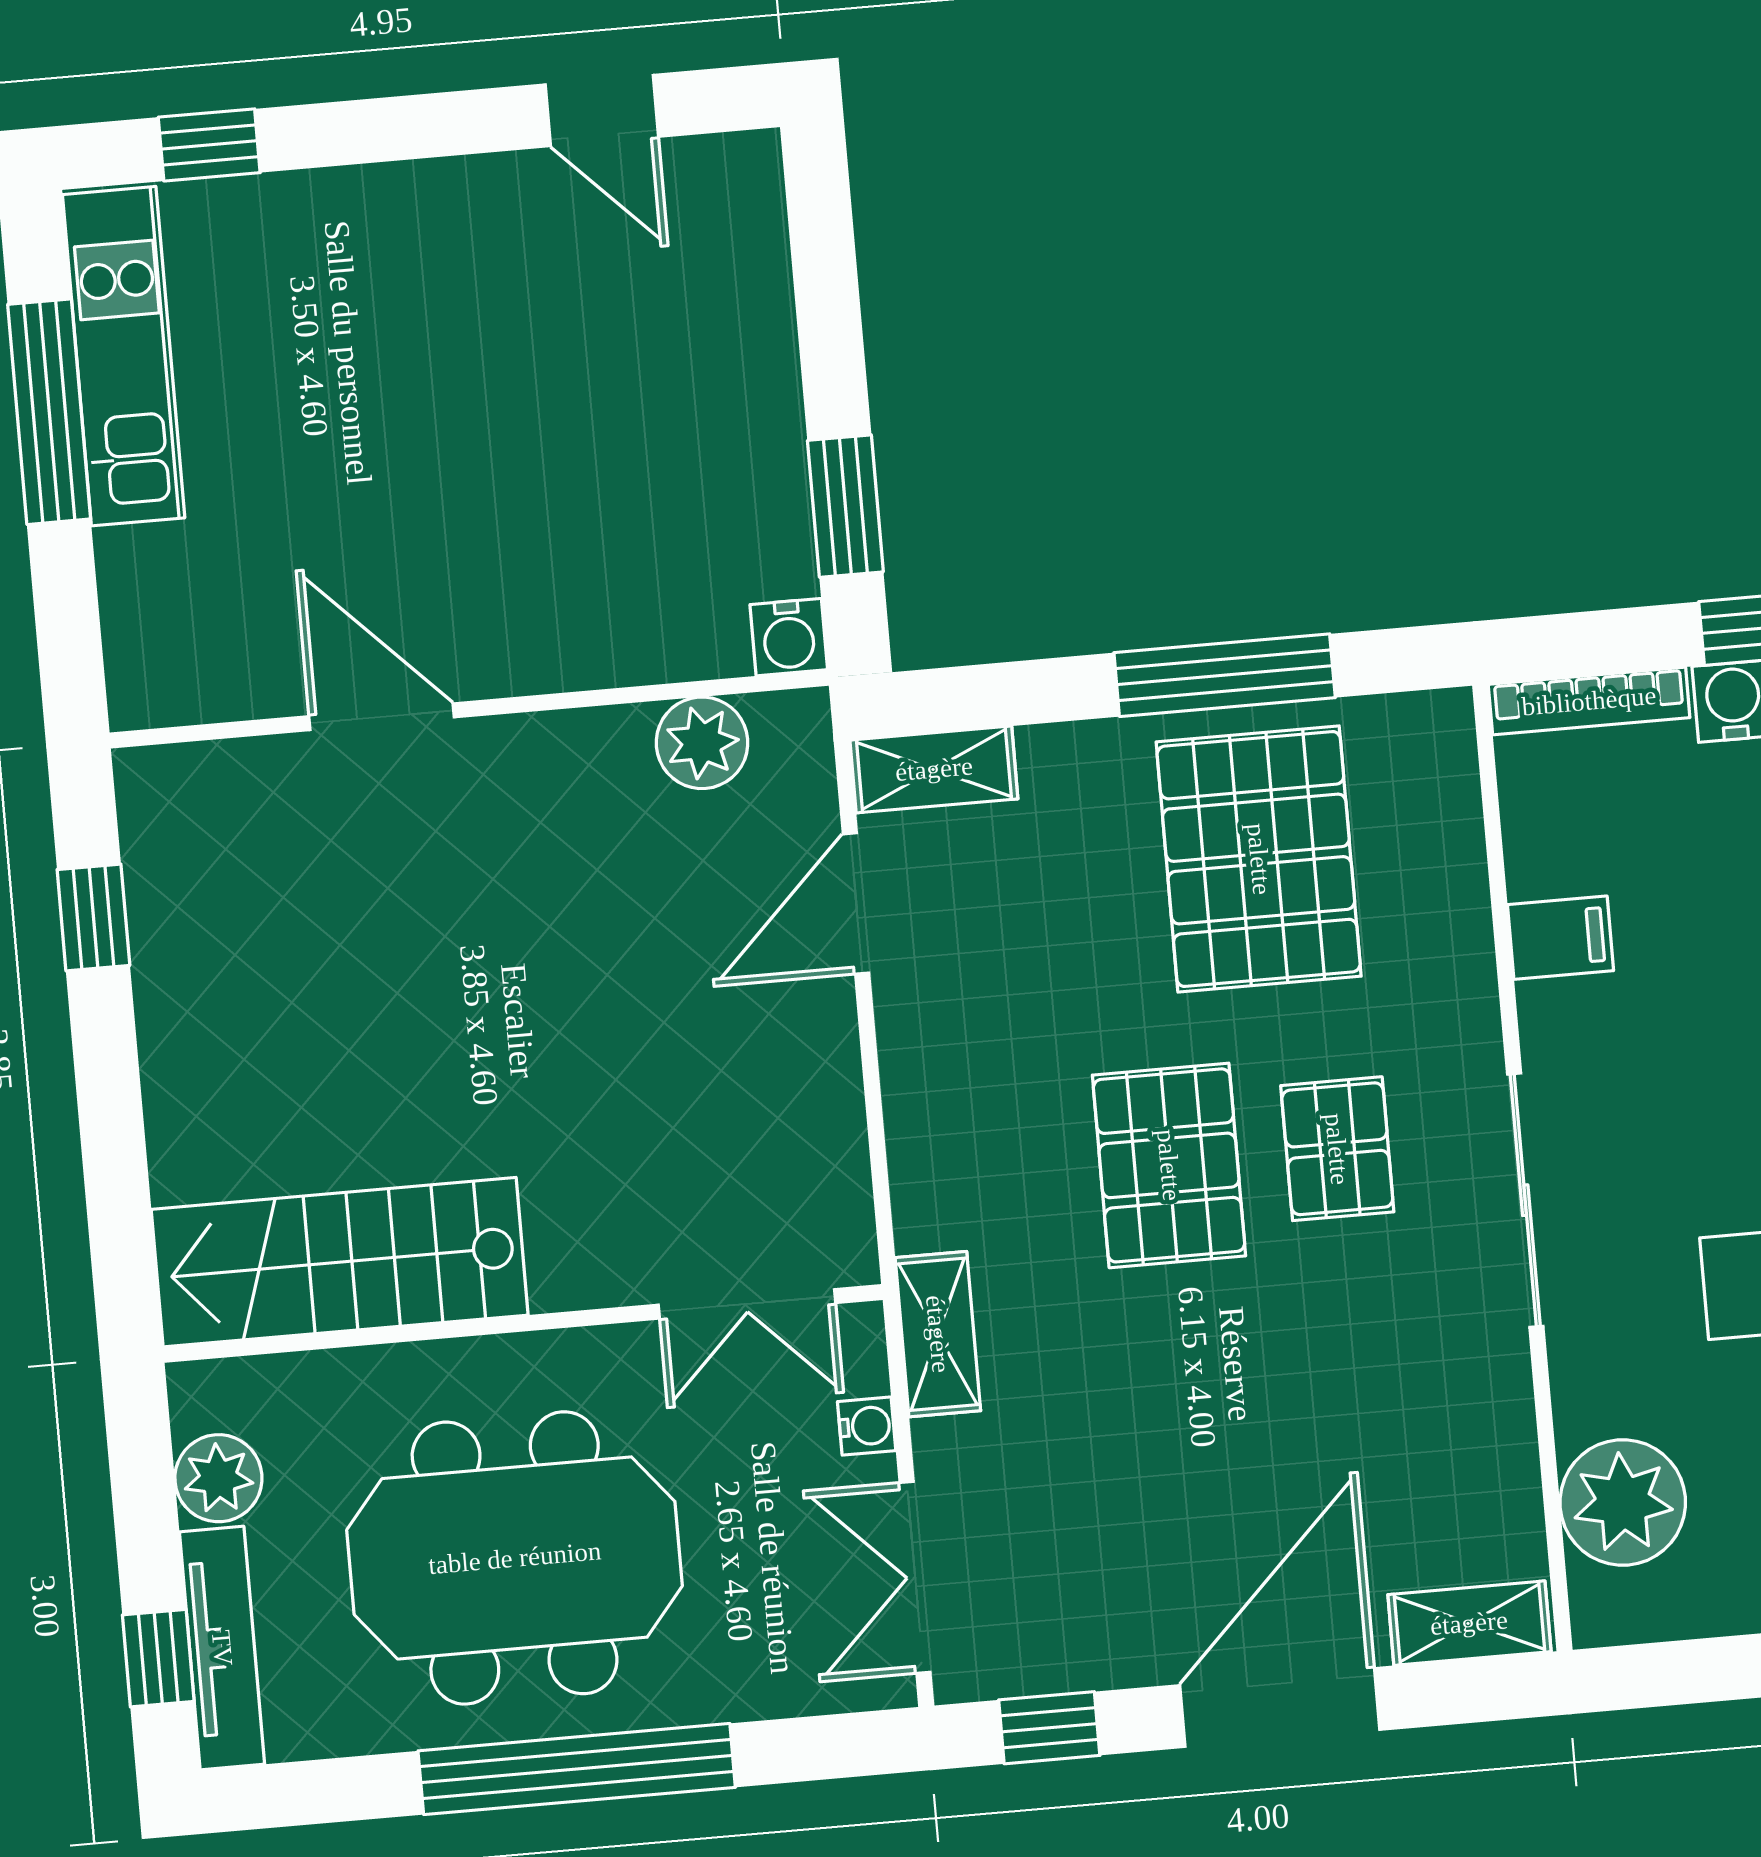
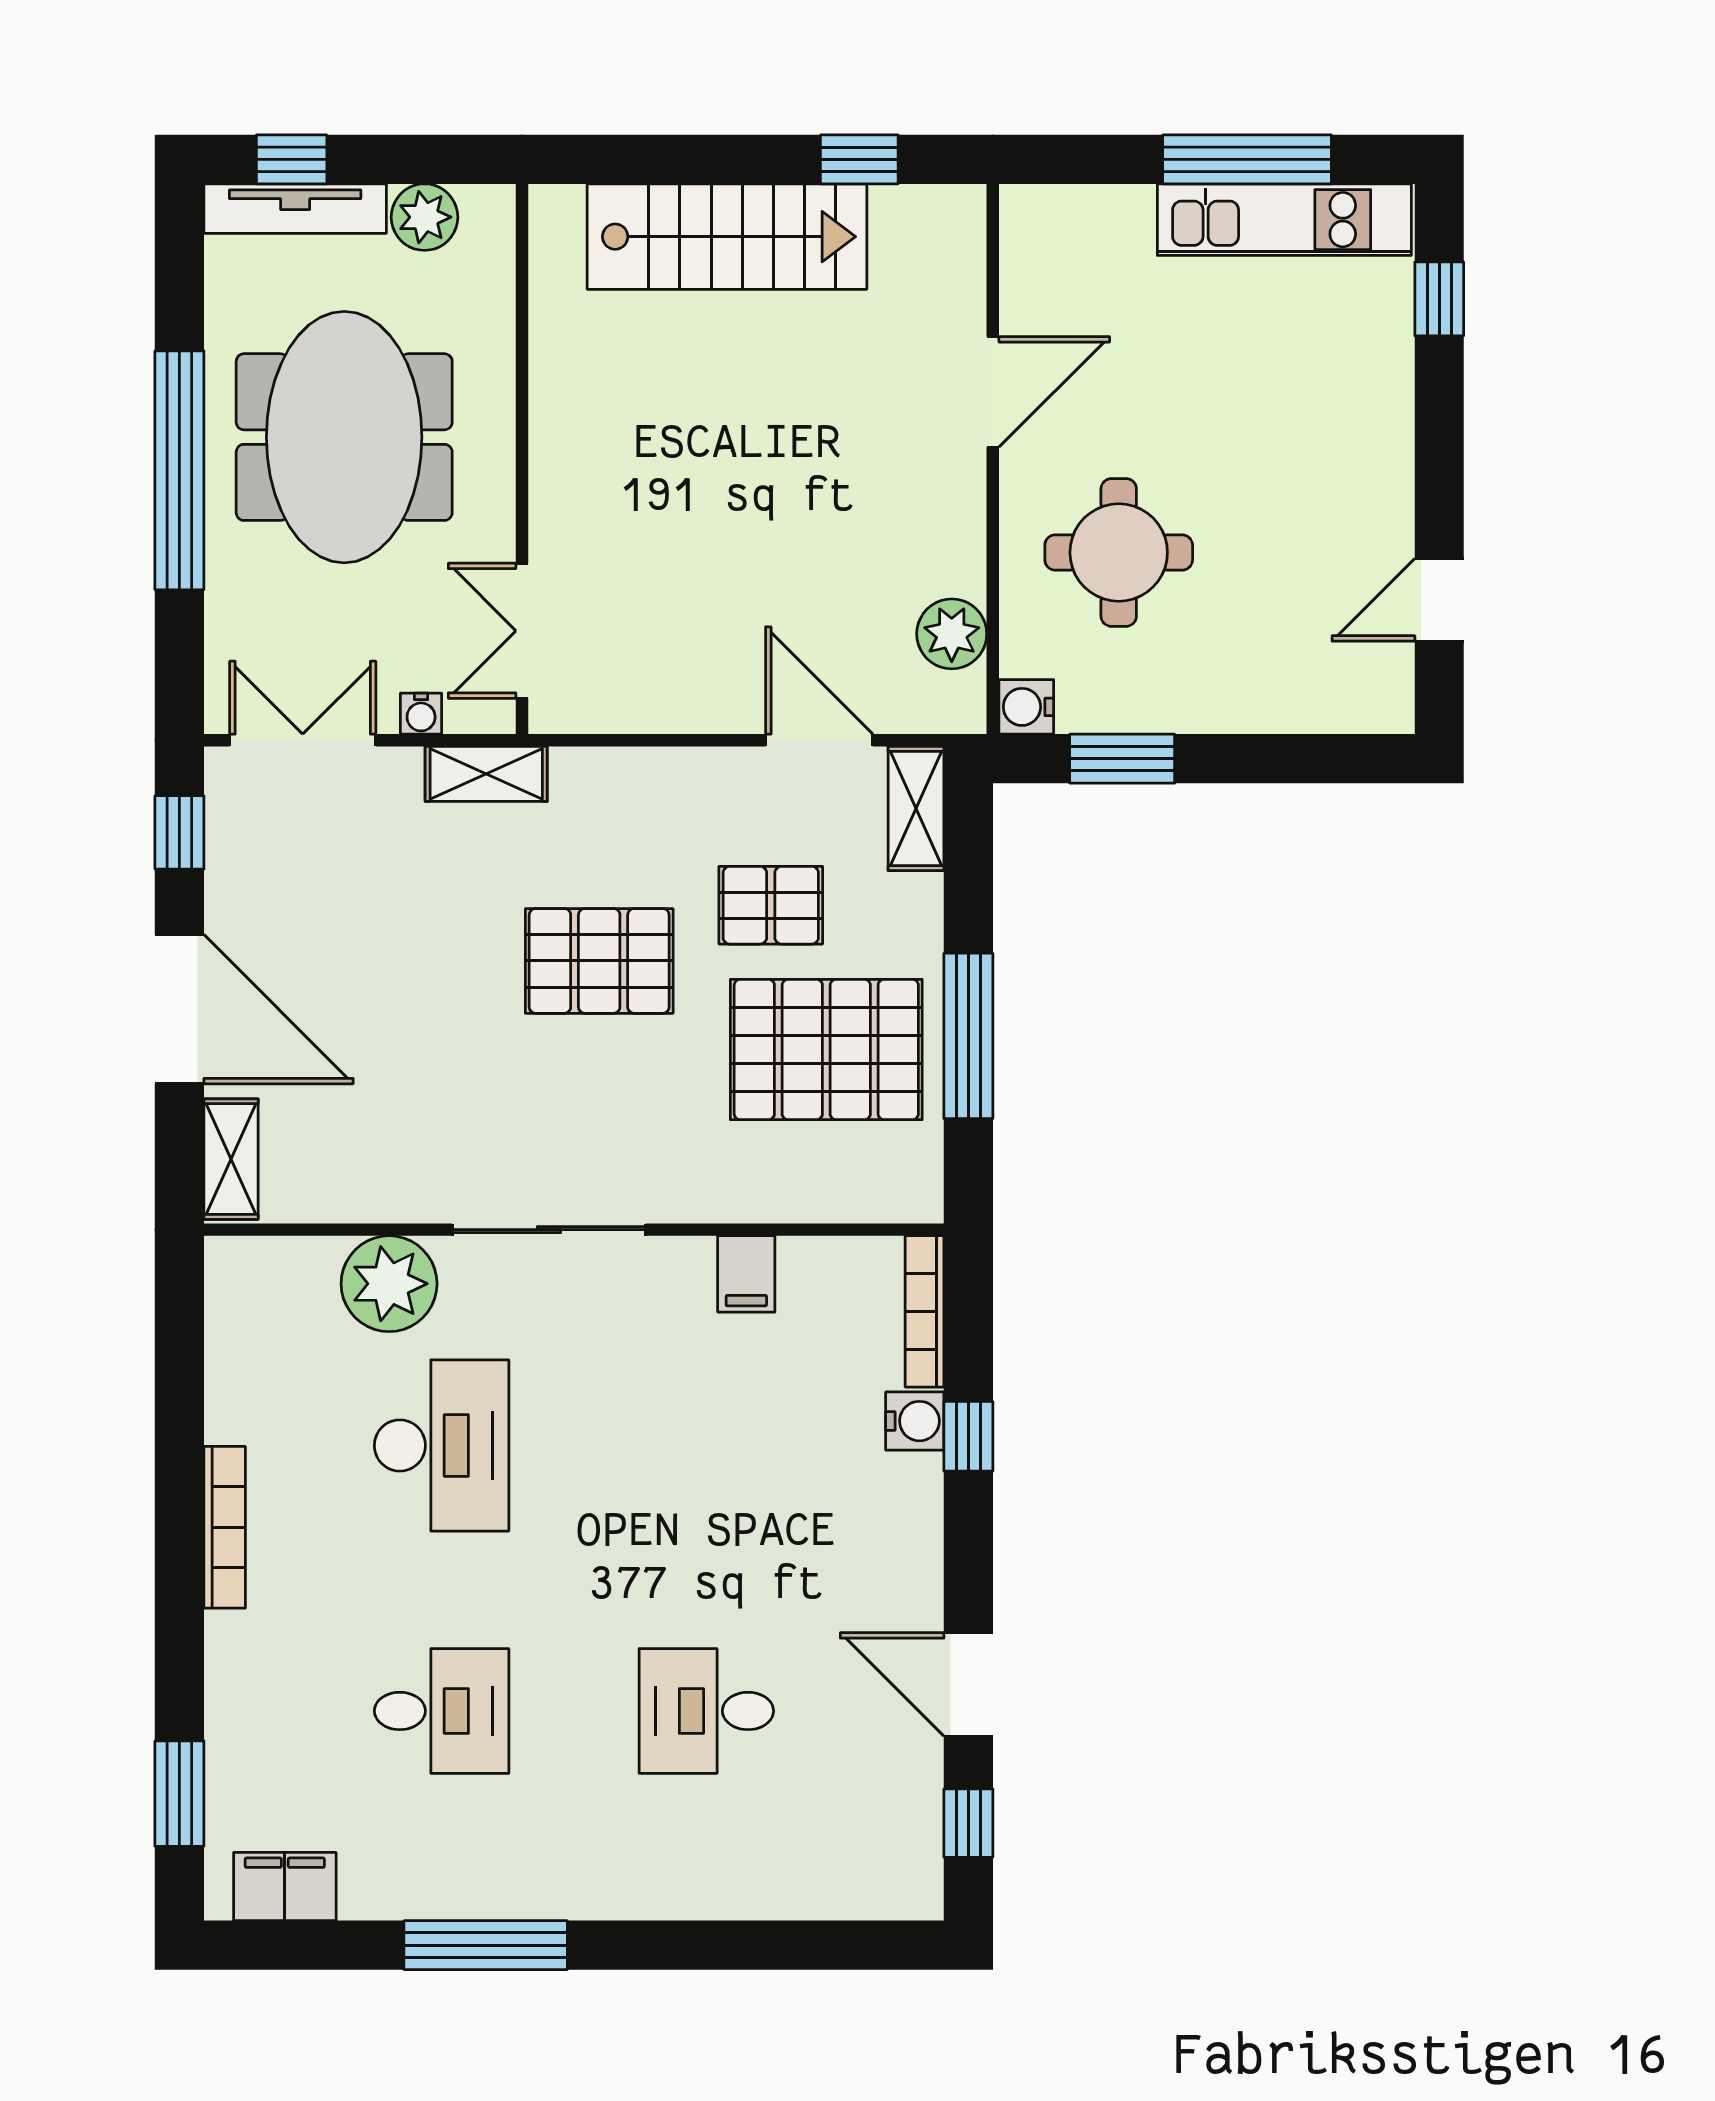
round table: (577, 534) -> (1119, 552), added
pallet: (1337, 1149) -> (771, 905), moved
stairs: (340, 1262) -> (727, 237), moved, turned 90
plant: (1623, 1502) -> (389, 1284), moved

